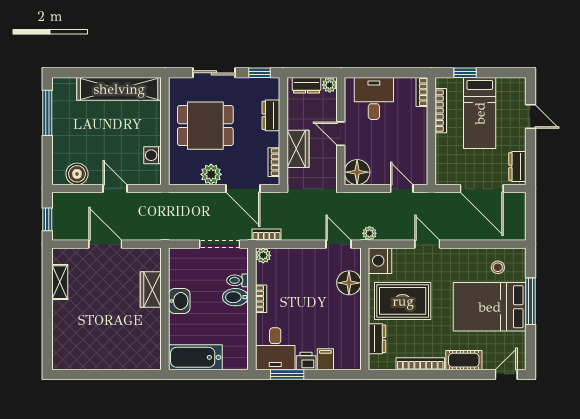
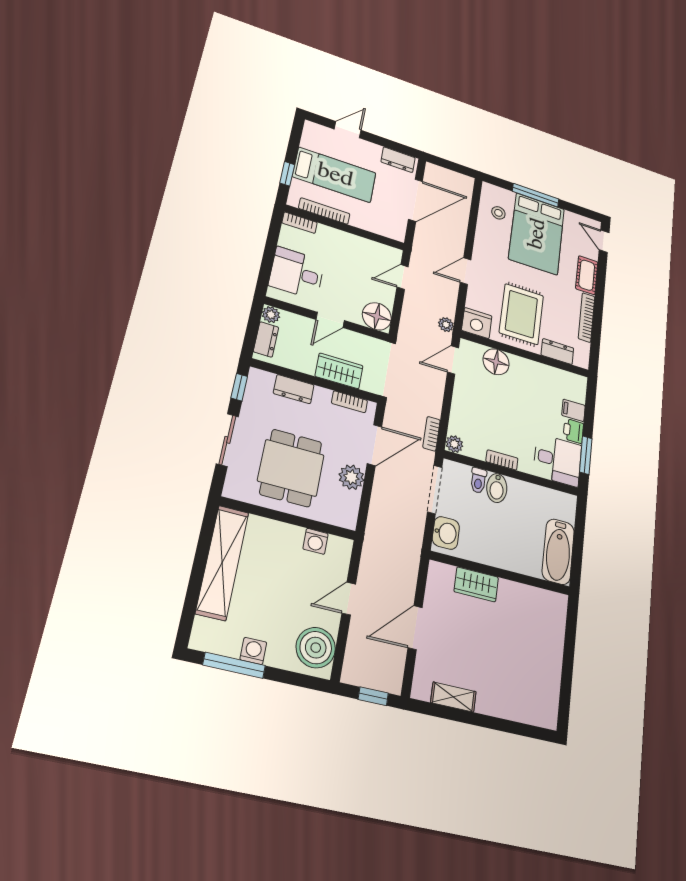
washing machine: (60, 125) -> (253, 651), added
boiler: (77, 174) -> (316, 648), width x1.37, depth x1.37
washbasin: (179, 301) -> (446, 533), moved, turned 90

